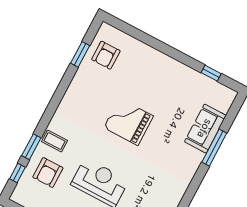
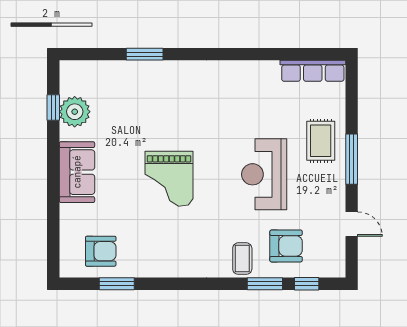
plant: (201, 85) -> (75, 112), added
sofa: (205, 129) -> (77, 172), moved, turned -90
window: (214, 148) -> (145, 54), width x0.69

